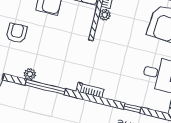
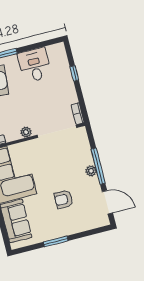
plant: (105, 15) -> (26, 132), moved
window: (45, 87) -> (98, 166), moved

